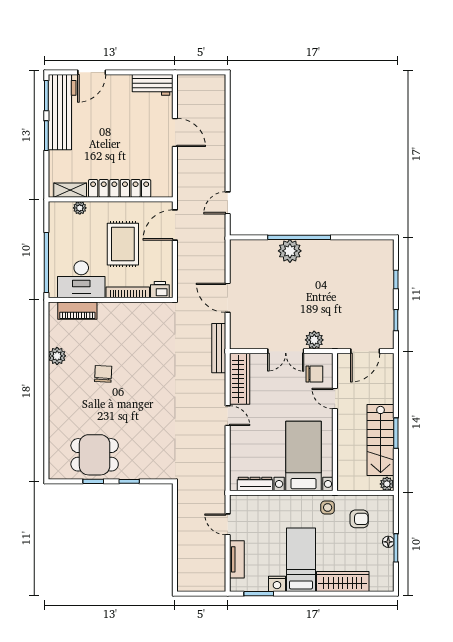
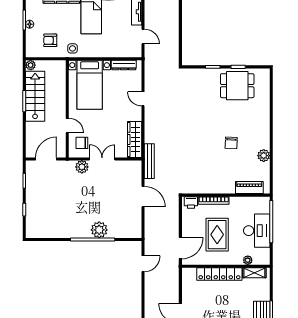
desk: (81, 279) -> (257, 231), moved, turned 90
door: (228, 416) -> (143, 99), moved

